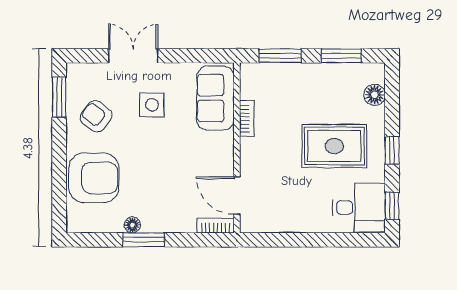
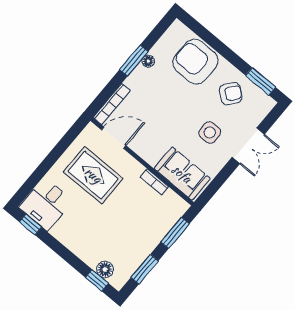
rug: (334, 146) -> (93, 175), moved, turned 90
window: (392, 151) -> (97, 280), moved
armchair: (94, 178) -> (195, 62), turned 90
bookcase: (216, 226) -> (112, 104), width x1.56

